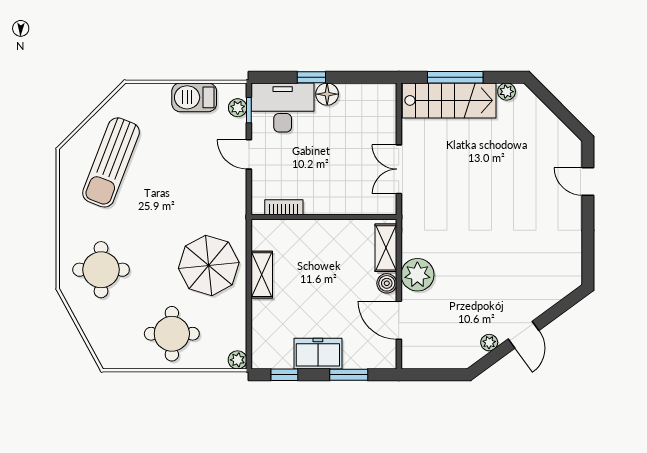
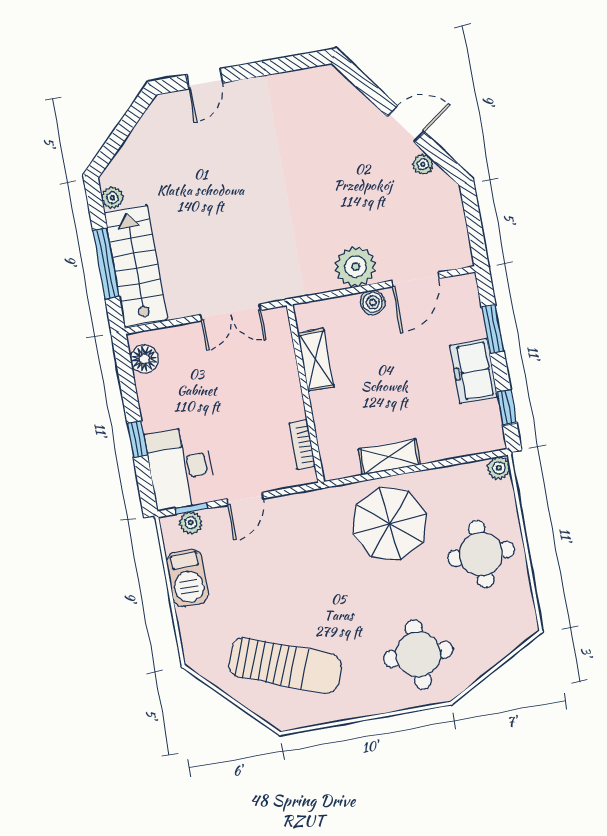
floor lamp: (327, 94) -> (144, 359), moved
shelving: (386, 248) -> (316, 360), moved, turned 90

